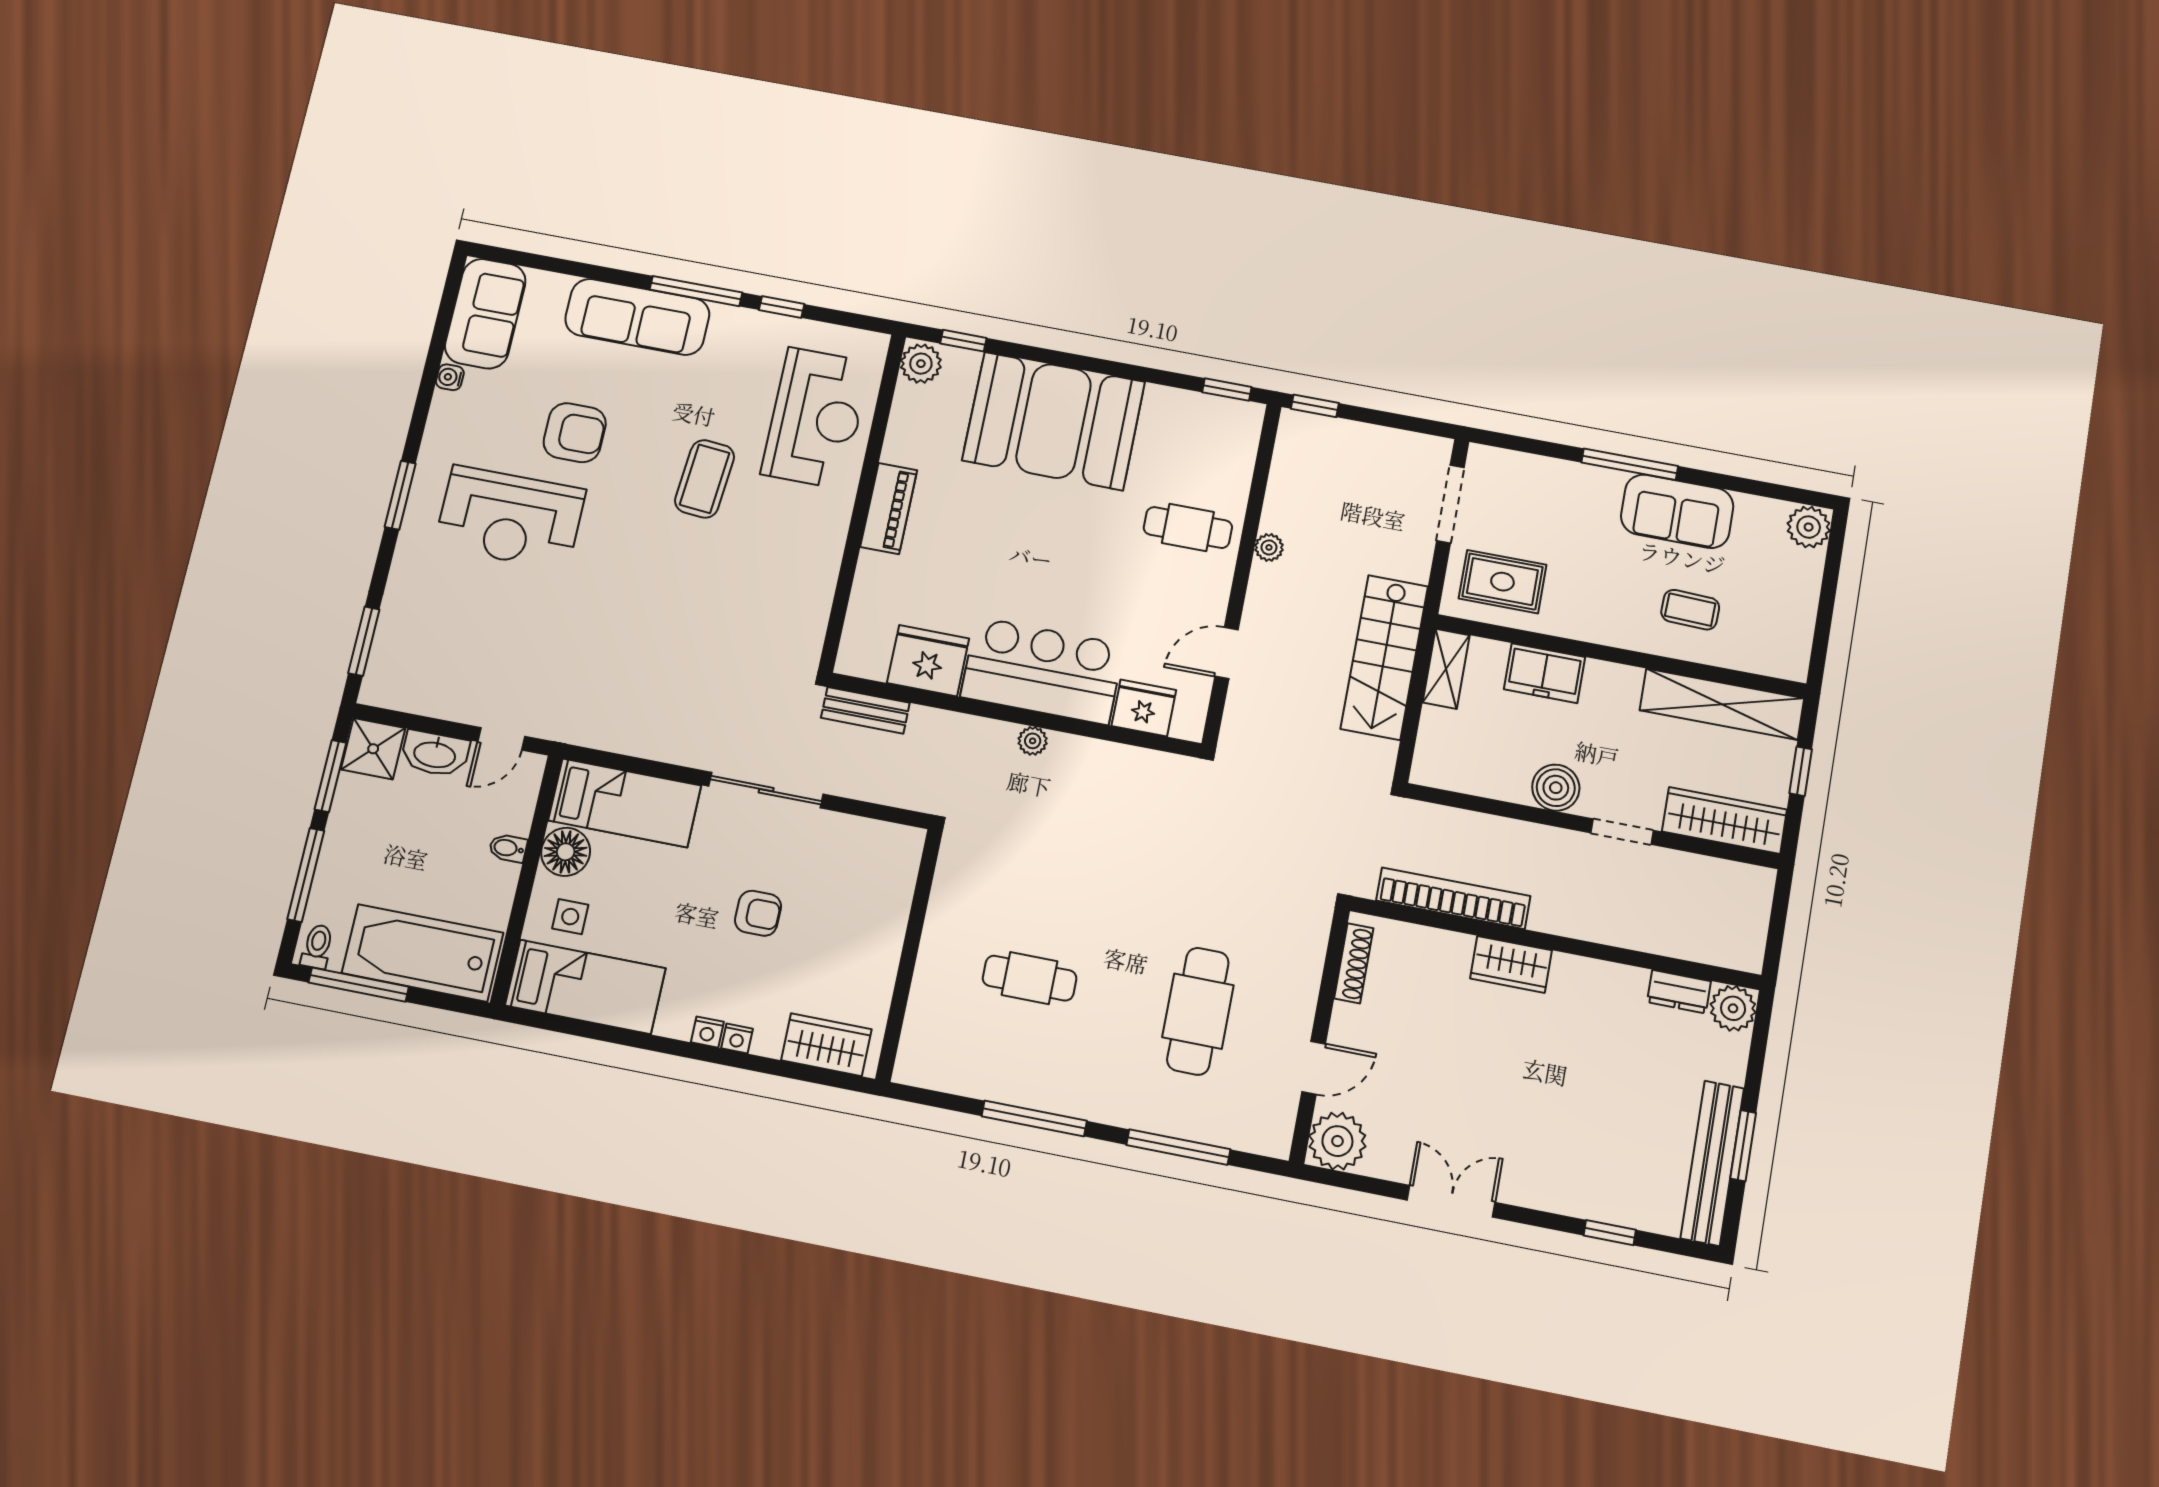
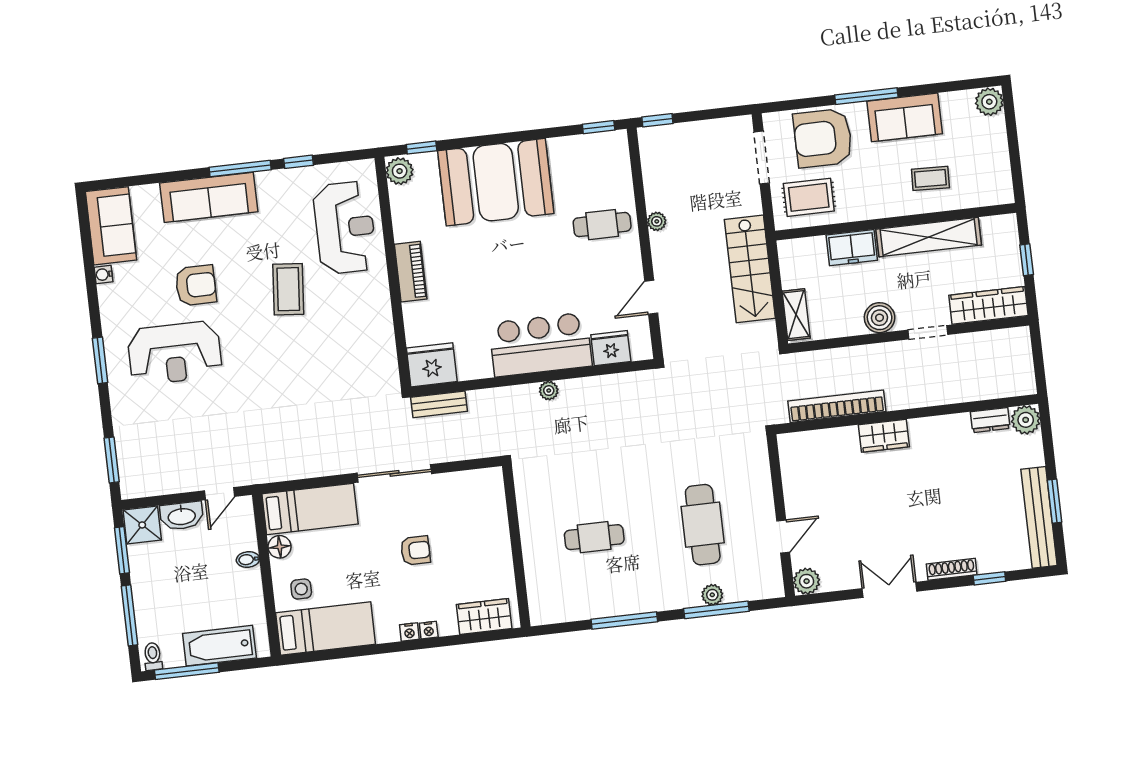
armchair: (1548, 504) -> (823, 138), added
fridge: (928, 661) -> (432, 365), moved
shelving: (1446, 669) -> (796, 315), moved
shelving: (1722, 704) -> (929, 237), moved
floor lamp: (566, 852) -> (280, 547), width x0.73, depth x0.73
bathtub: (423, 953) -> (219, 646), width x0.73, depth x0.73
shoe rack: (1354, 963) -> (952, 569), moved, turned -90
plant: (1179, 1122) -> (712, 595), added
plant: (1337, 1141) -> (807, 581), width x0.73, depth x0.73

